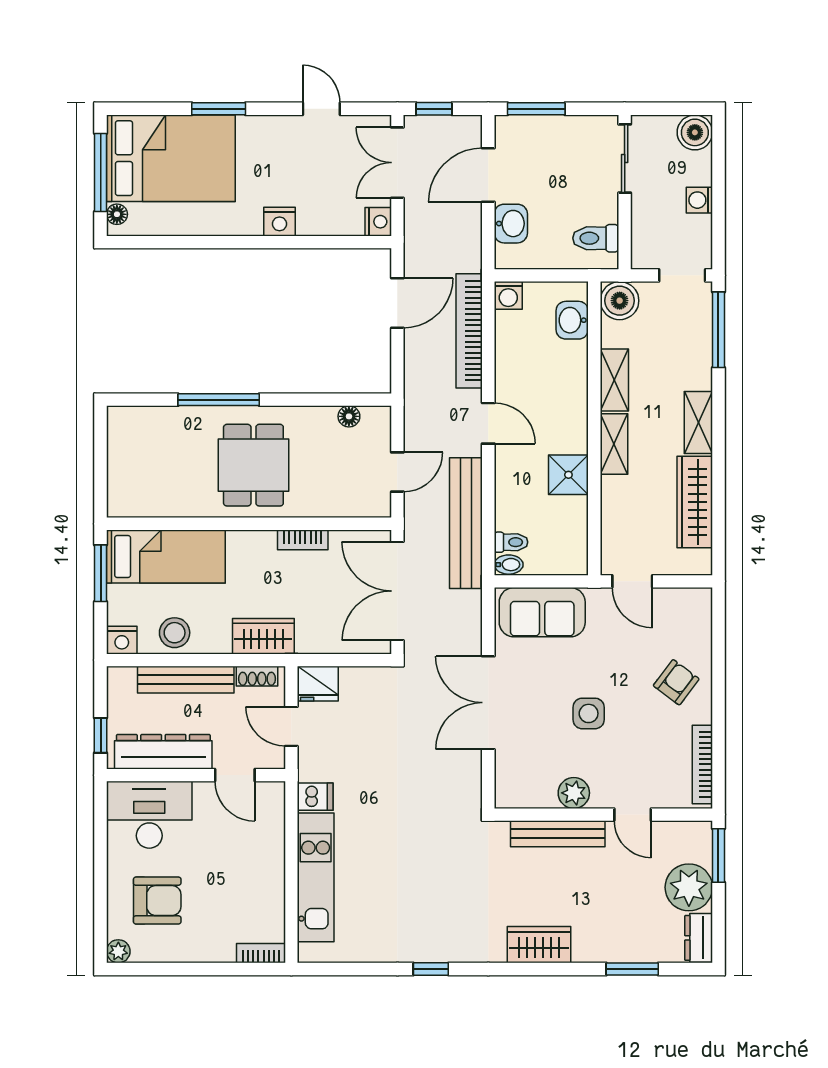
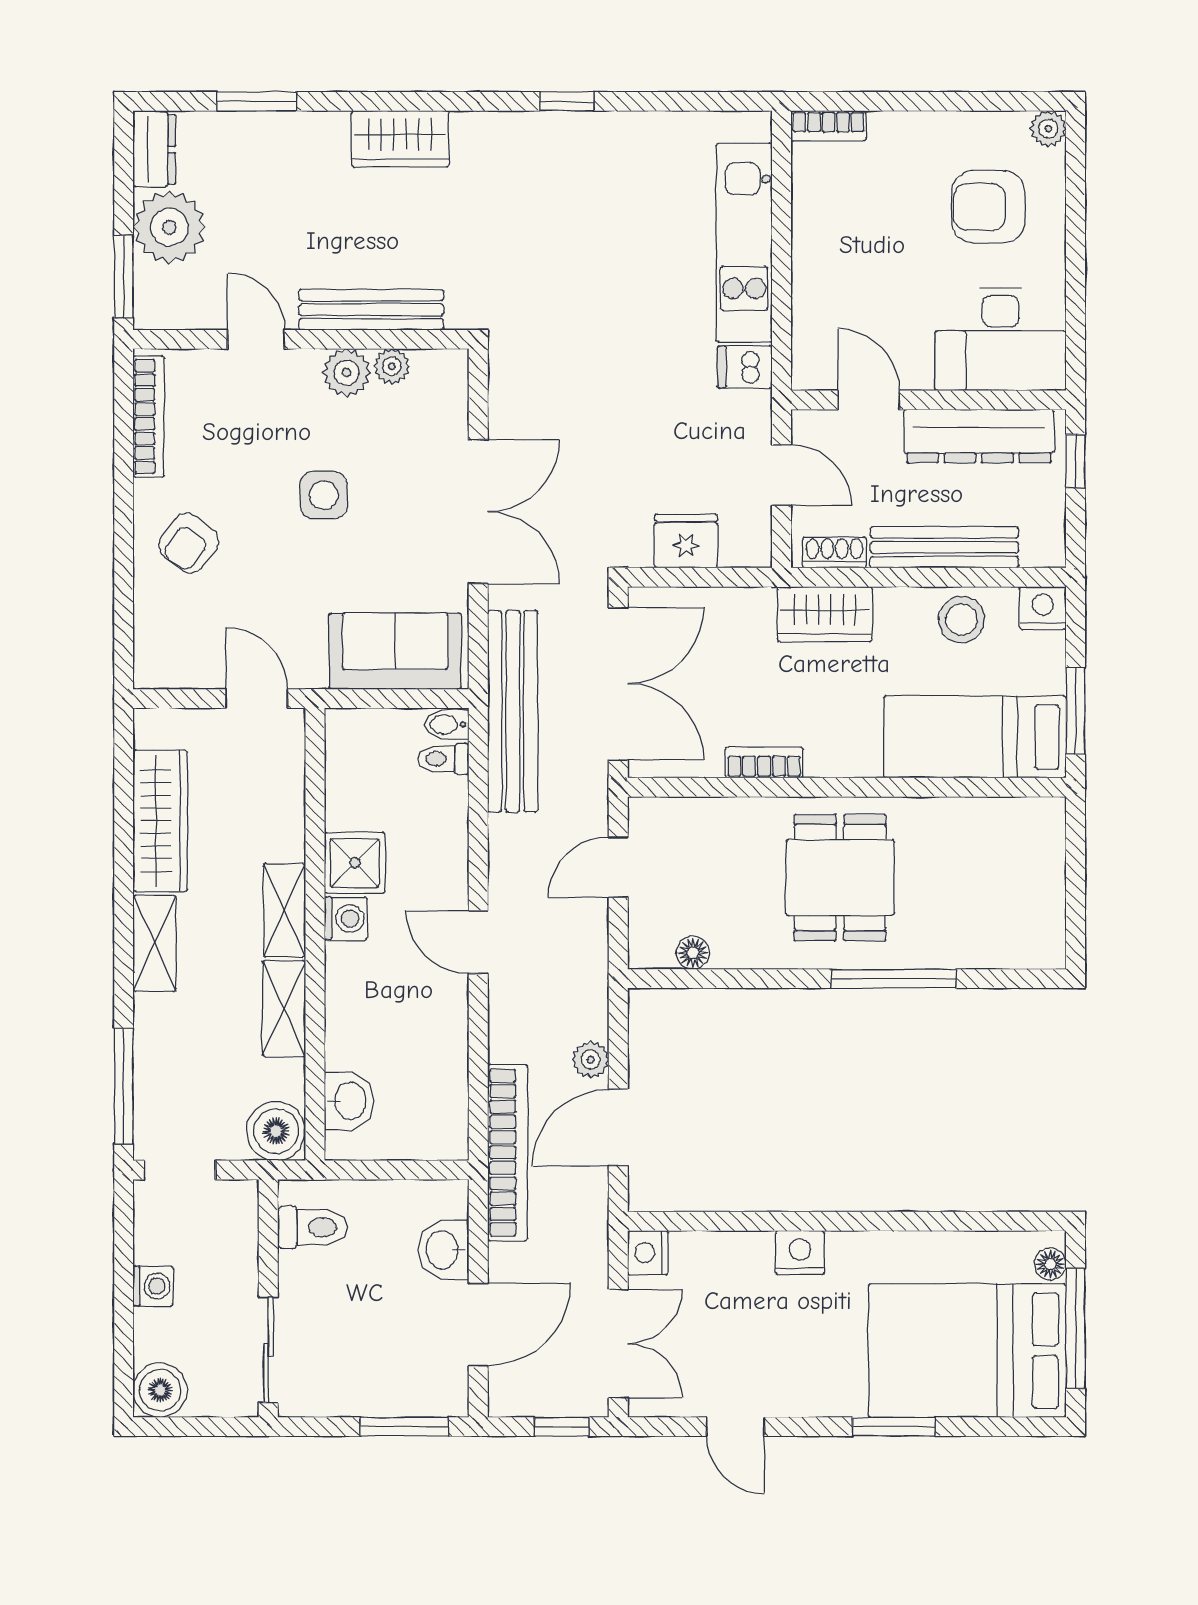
washing machine: (508, 295) -> (346, 919), moved, turned 90
bookcase: (469, 331) -> (508, 1153), moved
plant: (415, 347) -> (591, 1060), added
bench: (466, 523) -> (513, 711), moved
fridge: (318, 684) -> (686, 541), moved
plant: (544, 797) -> (392, 366), added

